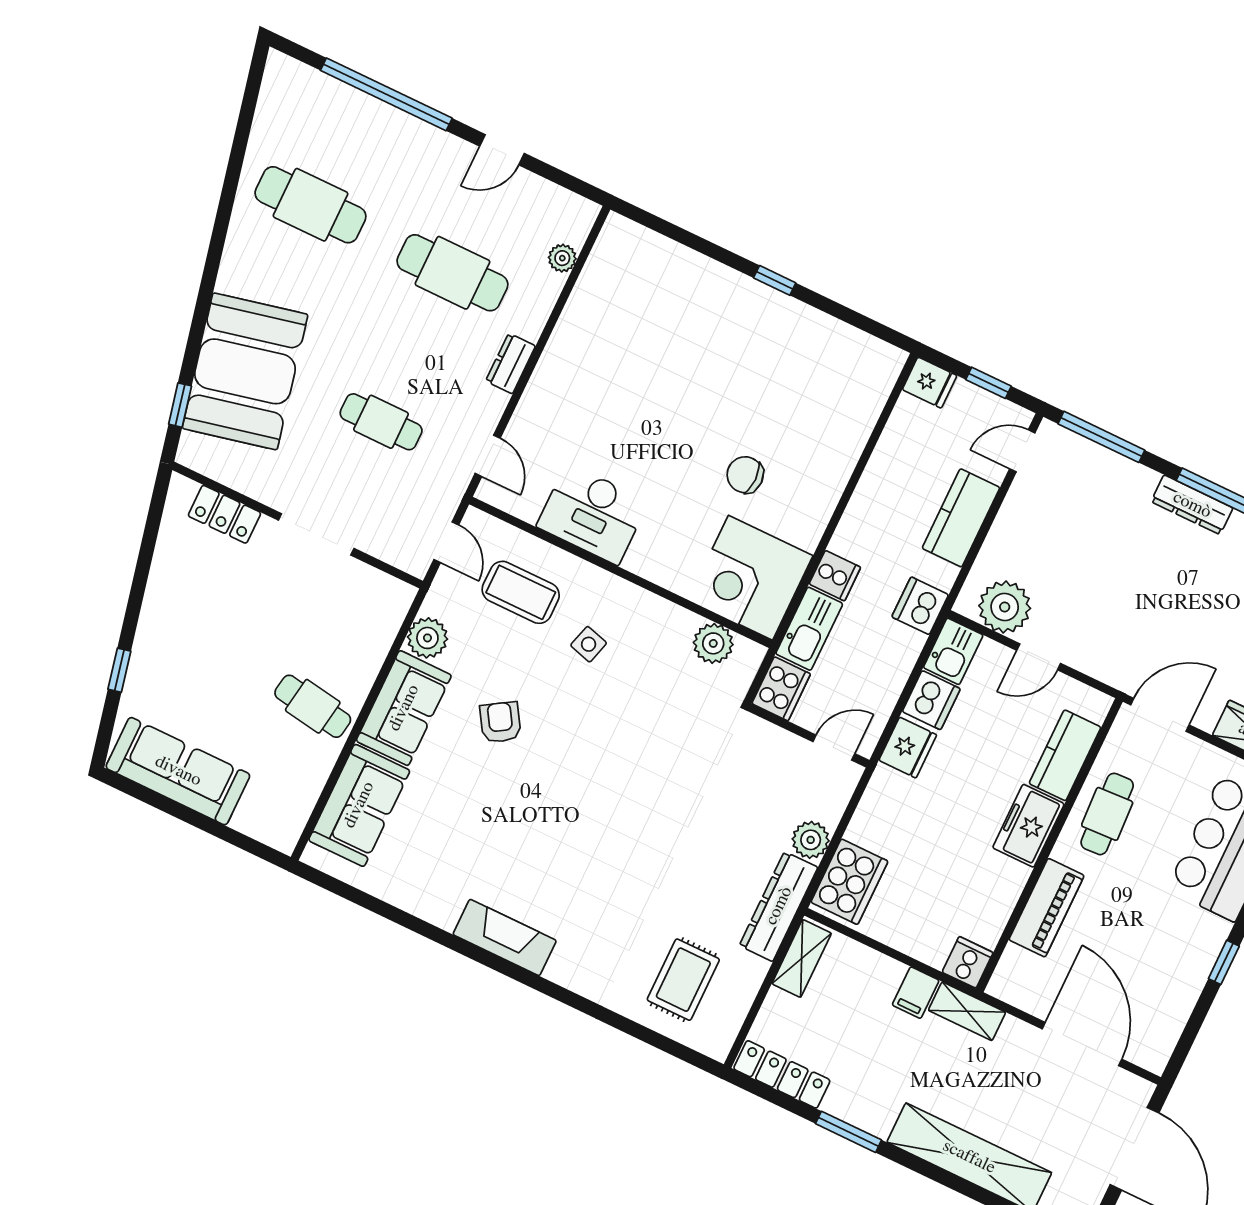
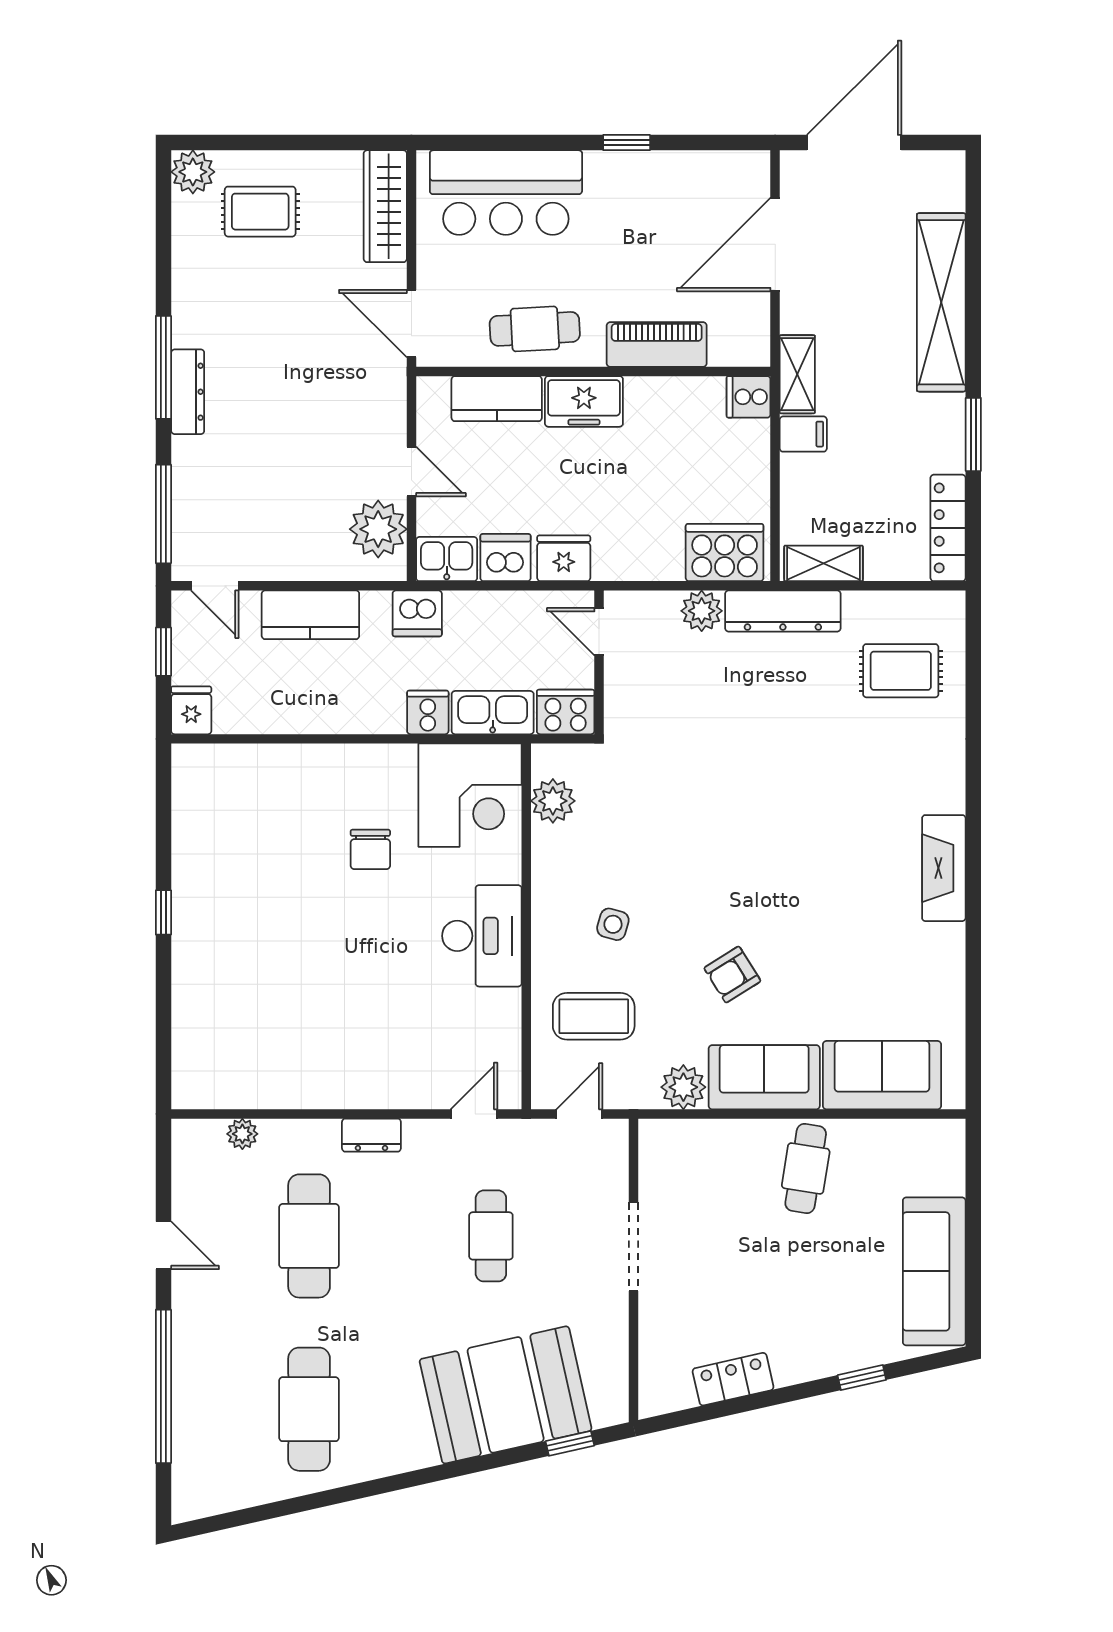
locker: (224, 514) -> (733, 1379), moved, turned -103
desk: (592, 514) -> (482, 936), moved
coffee table: (521, 592) -> (594, 1016), turned 90

